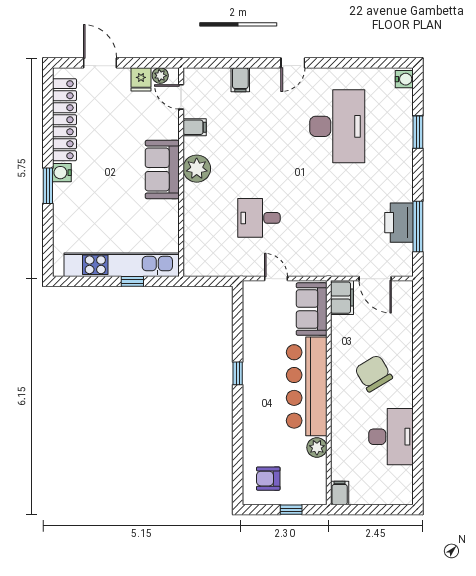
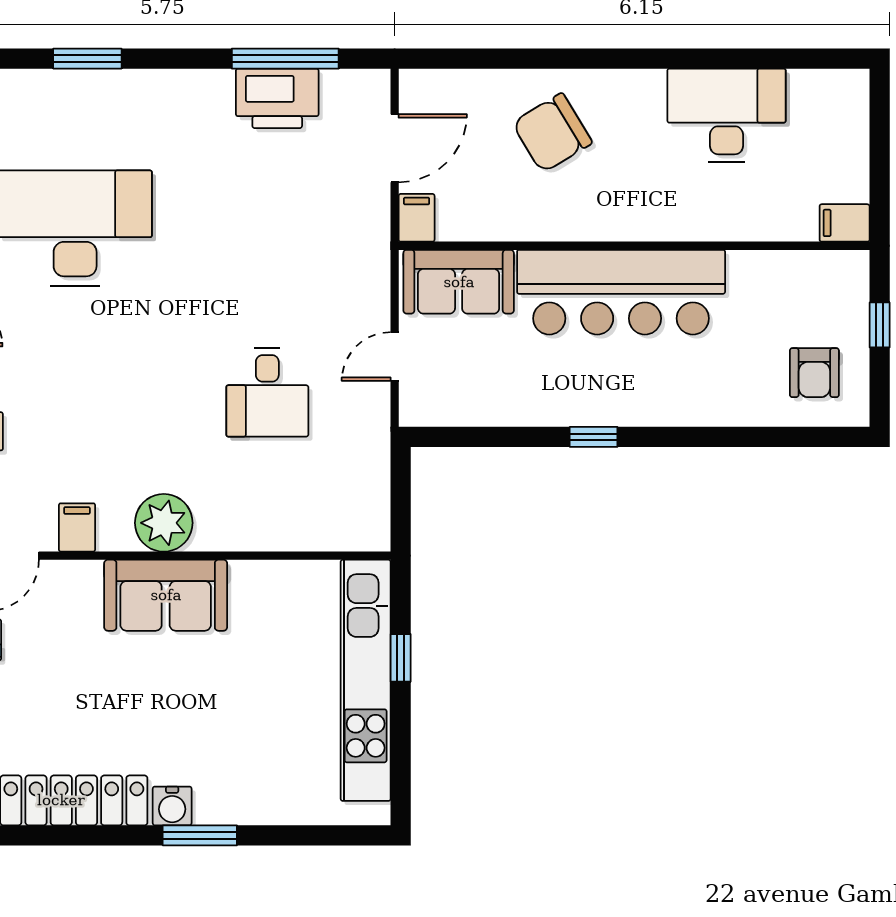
filing cabinet: (342, 298) -> (417, 218), width x0.50
chair: (374, 373) -> (552, 133), moved
plant: (317, 447) -> (749, 271), removed

